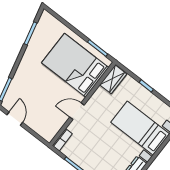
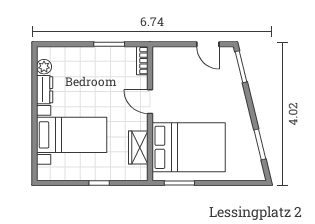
wardrobe: (113, 79) -> (138, 148), moved
door: (77, 111) -> (150, 102), swing flipped

